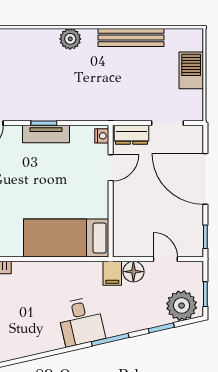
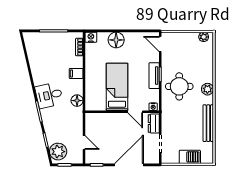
round table: (65, 89) -> (179, 86), added
bed: (66, 238) -> (117, 87), moved
door: (165, 259) -> (84, 142), hinge flipped
floor lamp: (133, 272) -> (77, 101), moved
filing cabinet: (112, 273) -> (76, 73), moved

